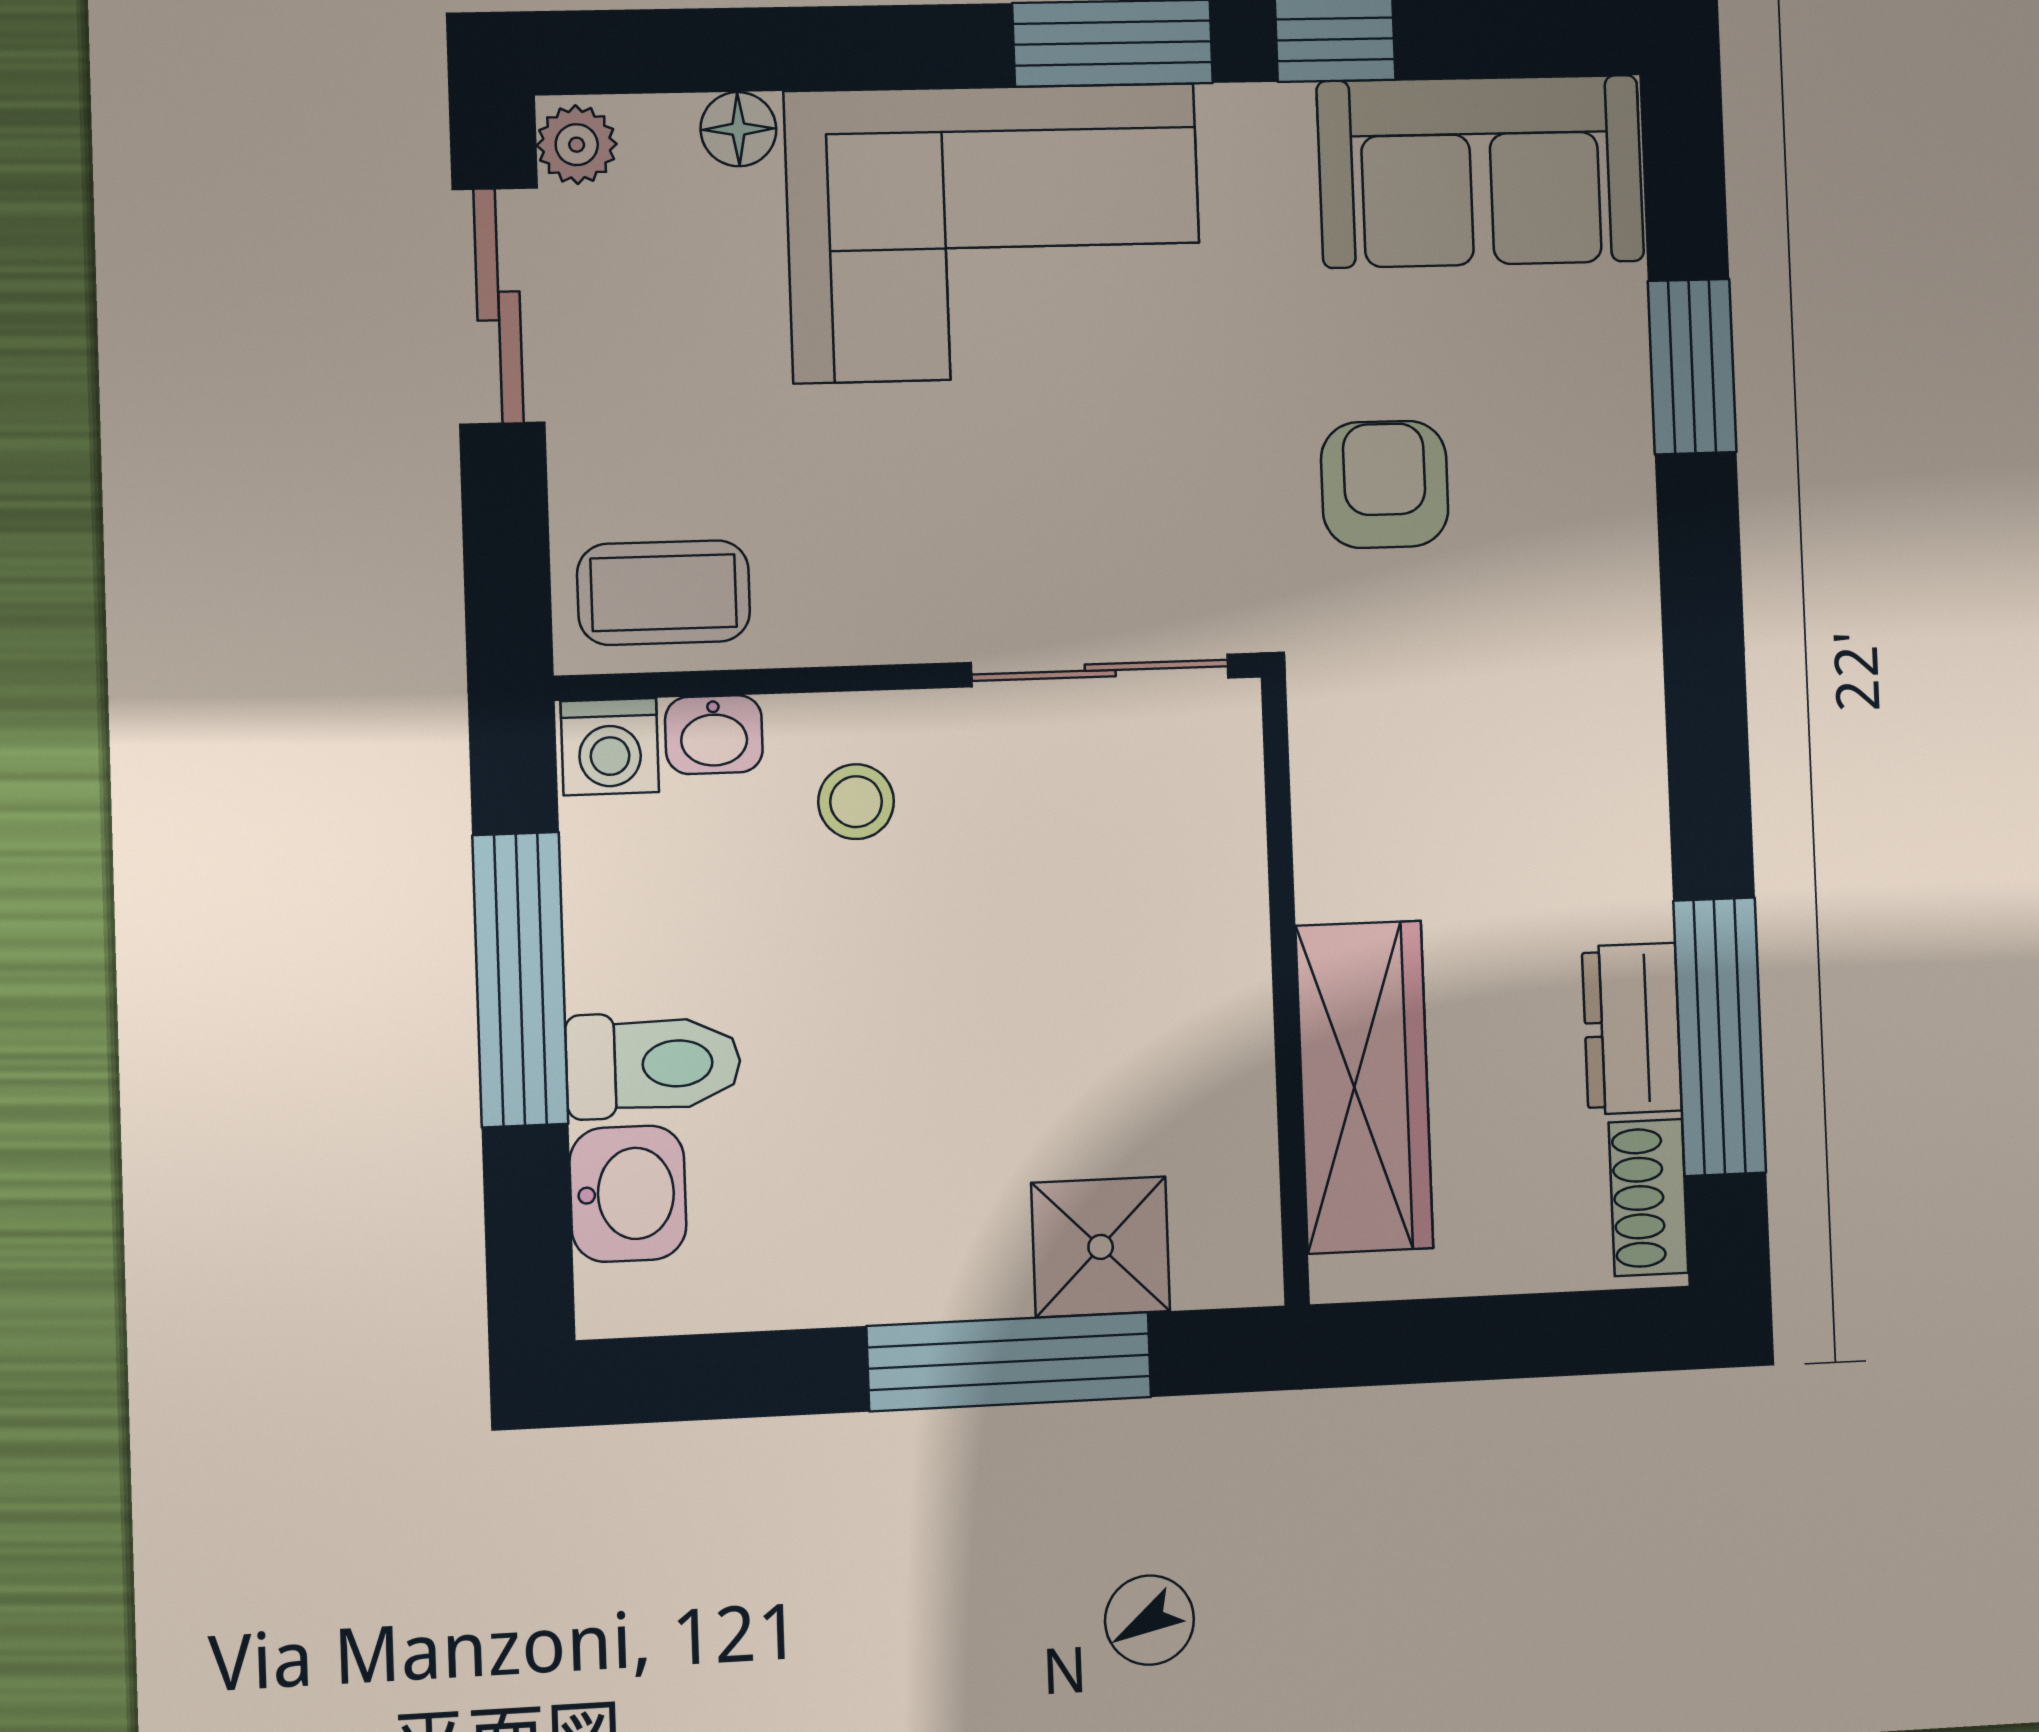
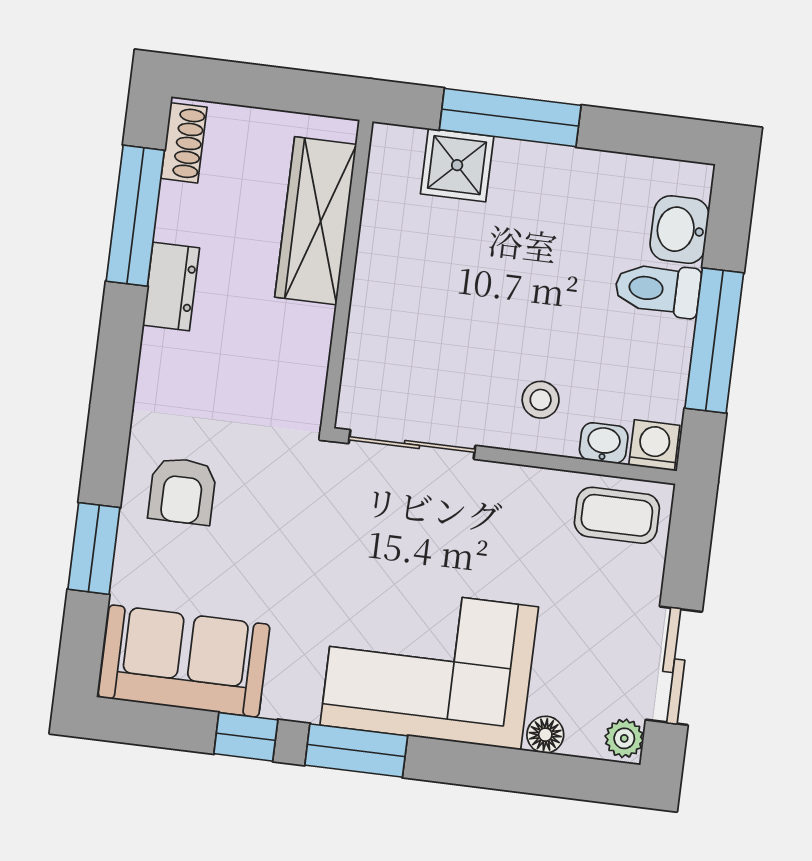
armchair: (1385, 484) -> (182, 491), moved
dresser: (1632, 1029) -> (171, 287), moved

